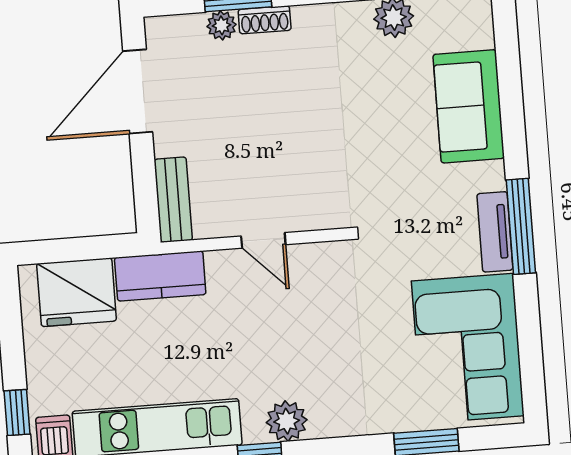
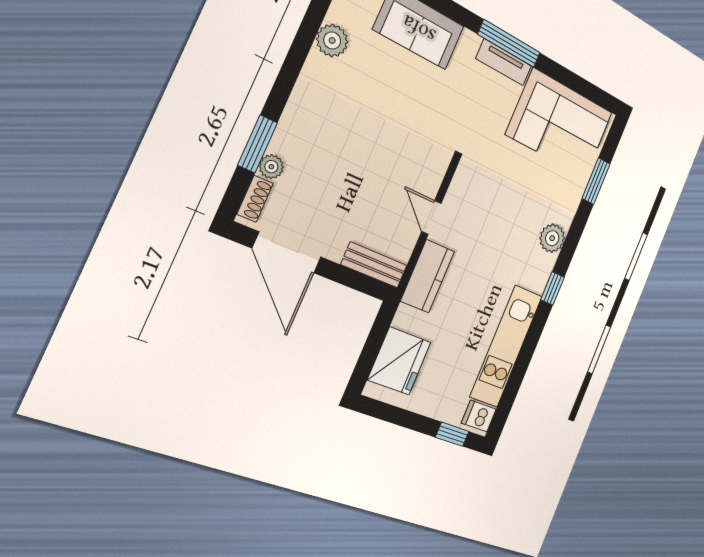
shoe rack: (265, 20) -> (255, 199), moved
door: (263, 240) -> (431, 217), swing flipped
kitchen counter: (160, 276) -> (428, 276), moved
plant: (287, 421) -> (552, 238), moved

